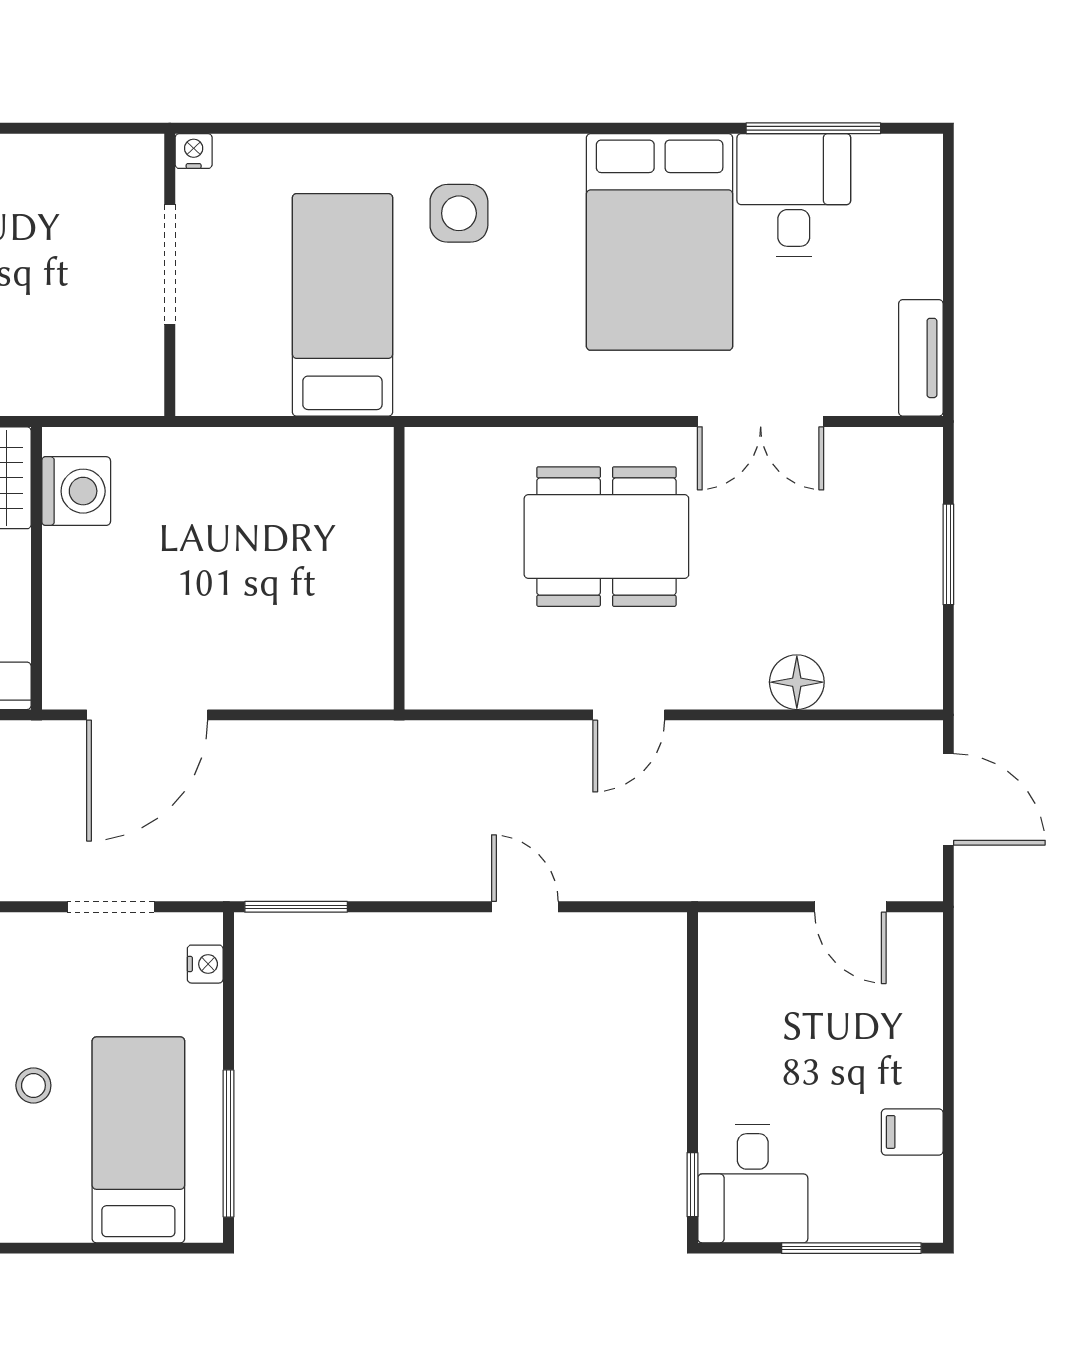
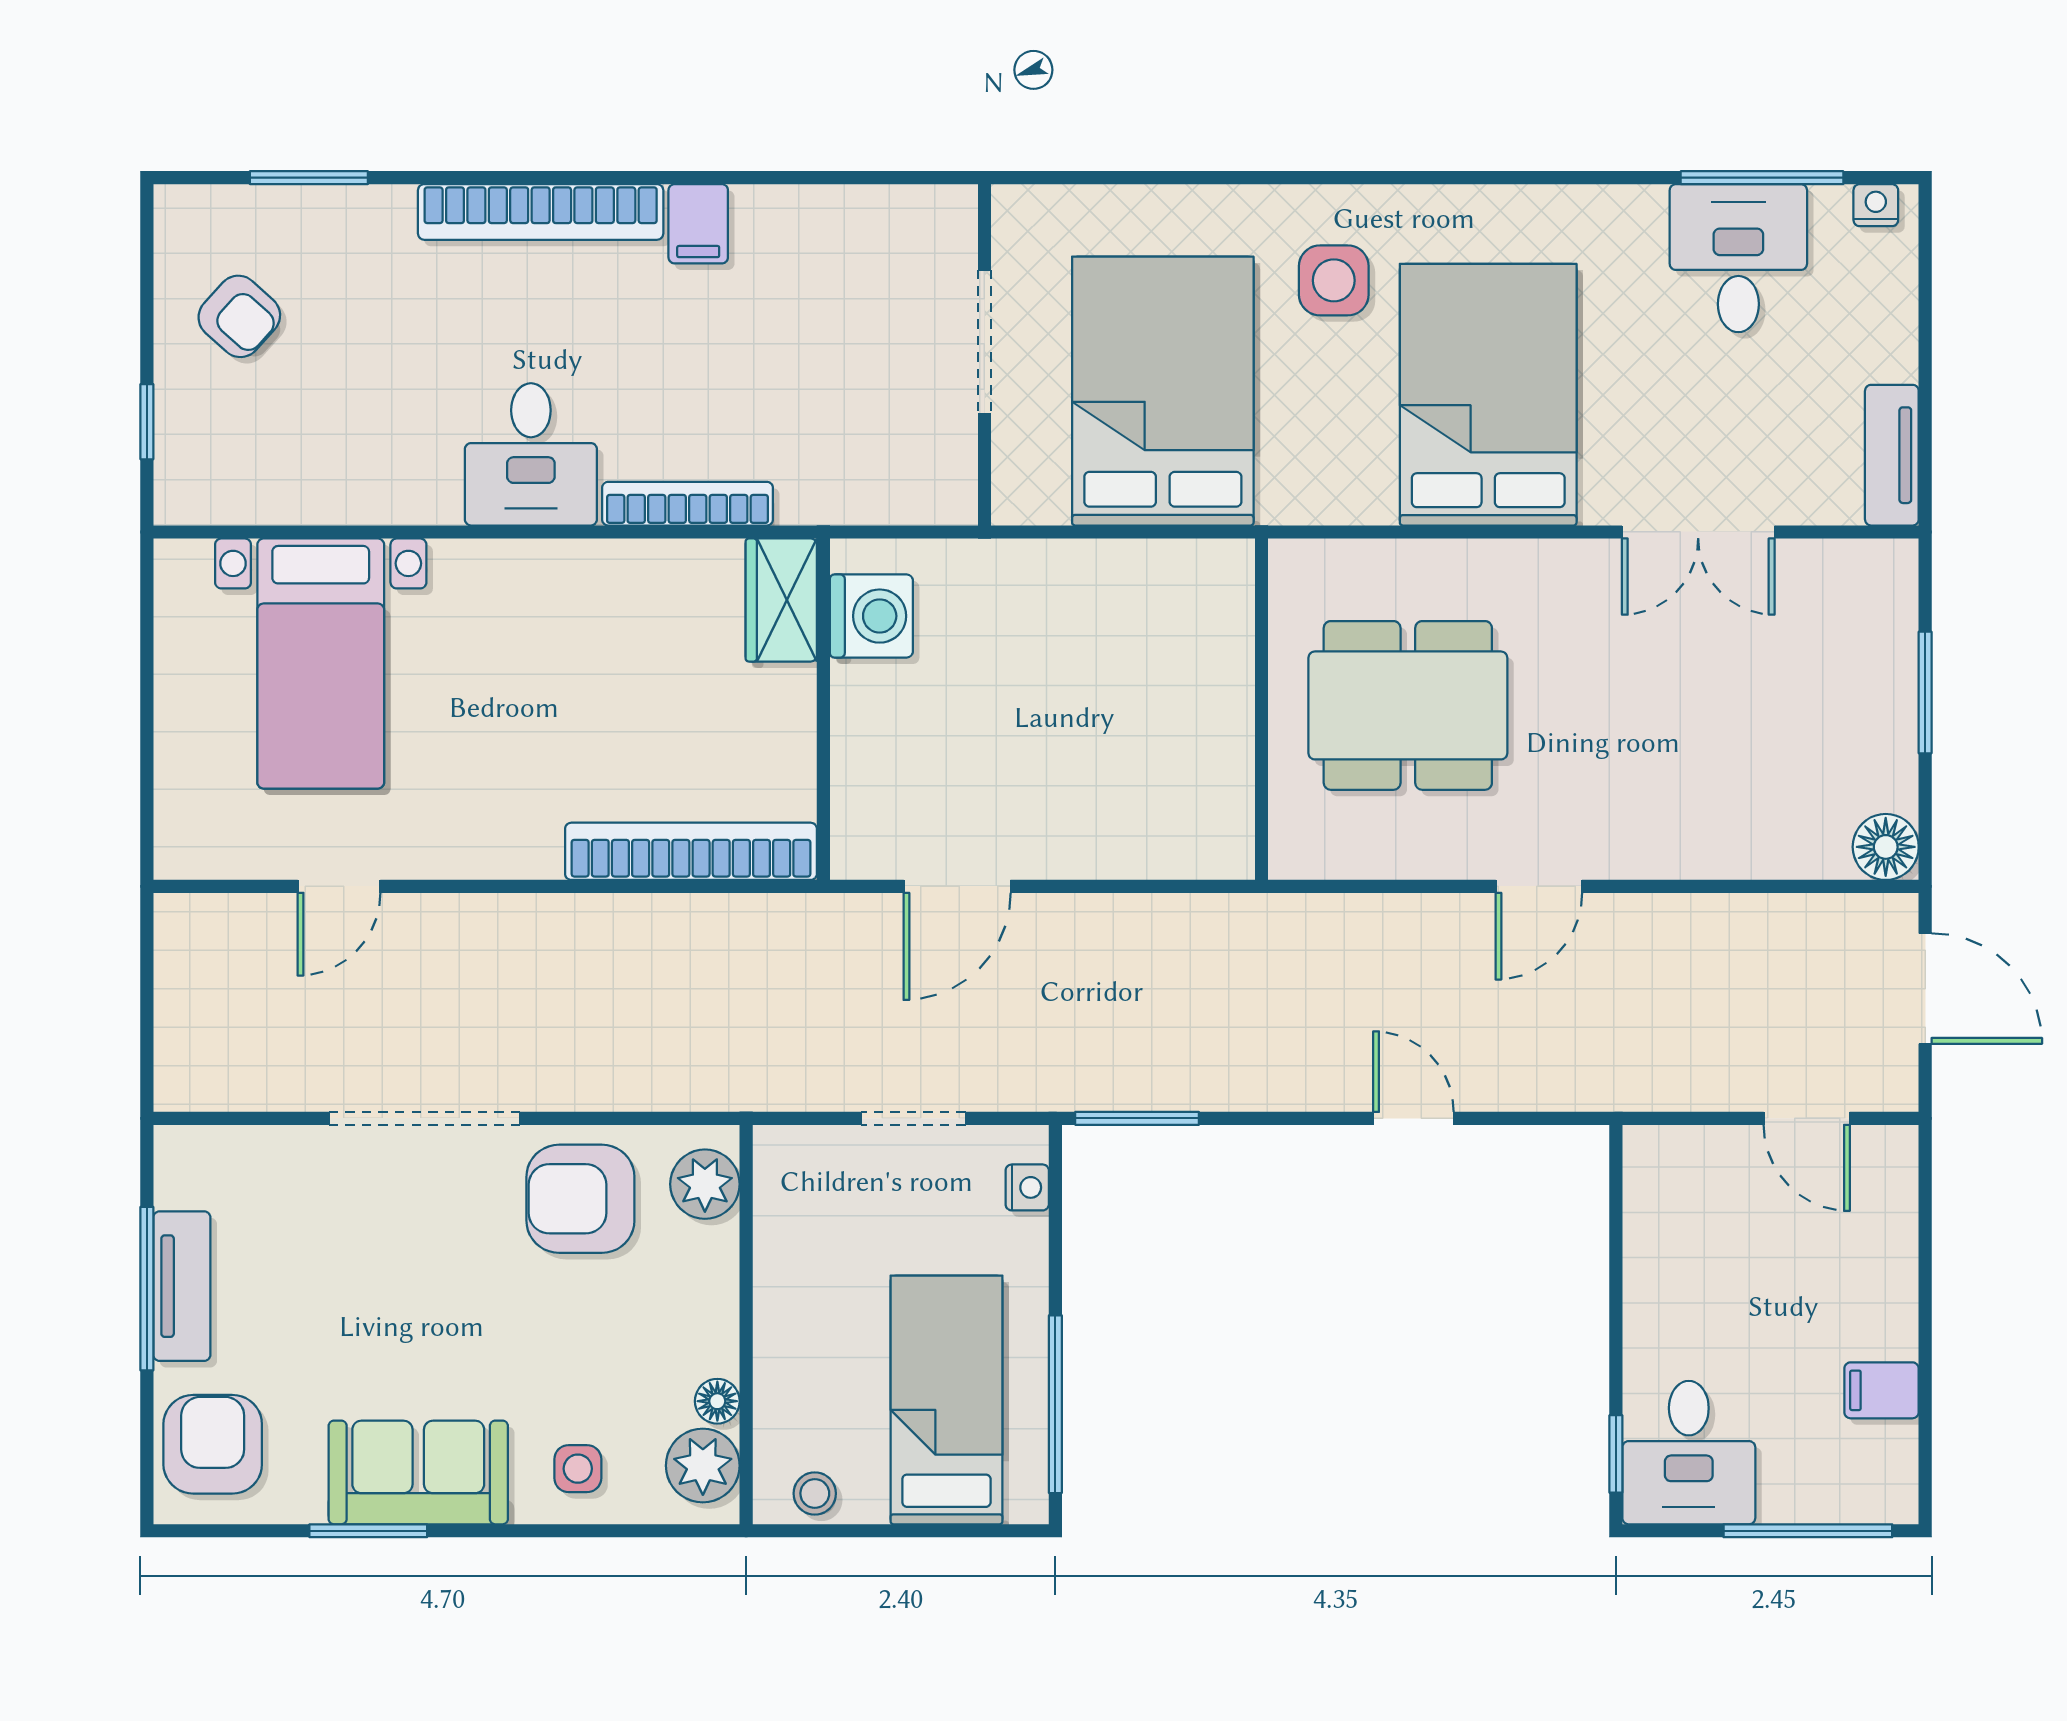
nightstand: (194, 151) -> (1876, 205), moved
bed: (660, 242) -> (1488, 395), moved, turned 180
bed: (342, 305) -> (1163, 391), width x1.50
dining table: (606, 537) -> (1408, 705), moved
floor lamp: (797, 682) -> (1886, 847), moved
door: (147, 715) -> (957, 886), width x0.73
stool: (33, 1085) -> (815, 1493), moved

